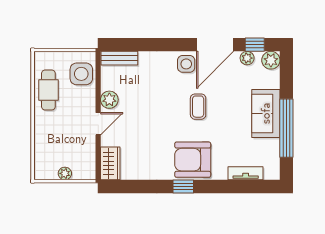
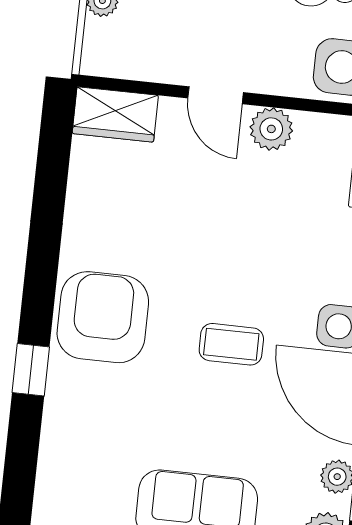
tv unit: (246, 173) -> (55, 443), removed
window: (183, 186) -> (31, 370), moved

